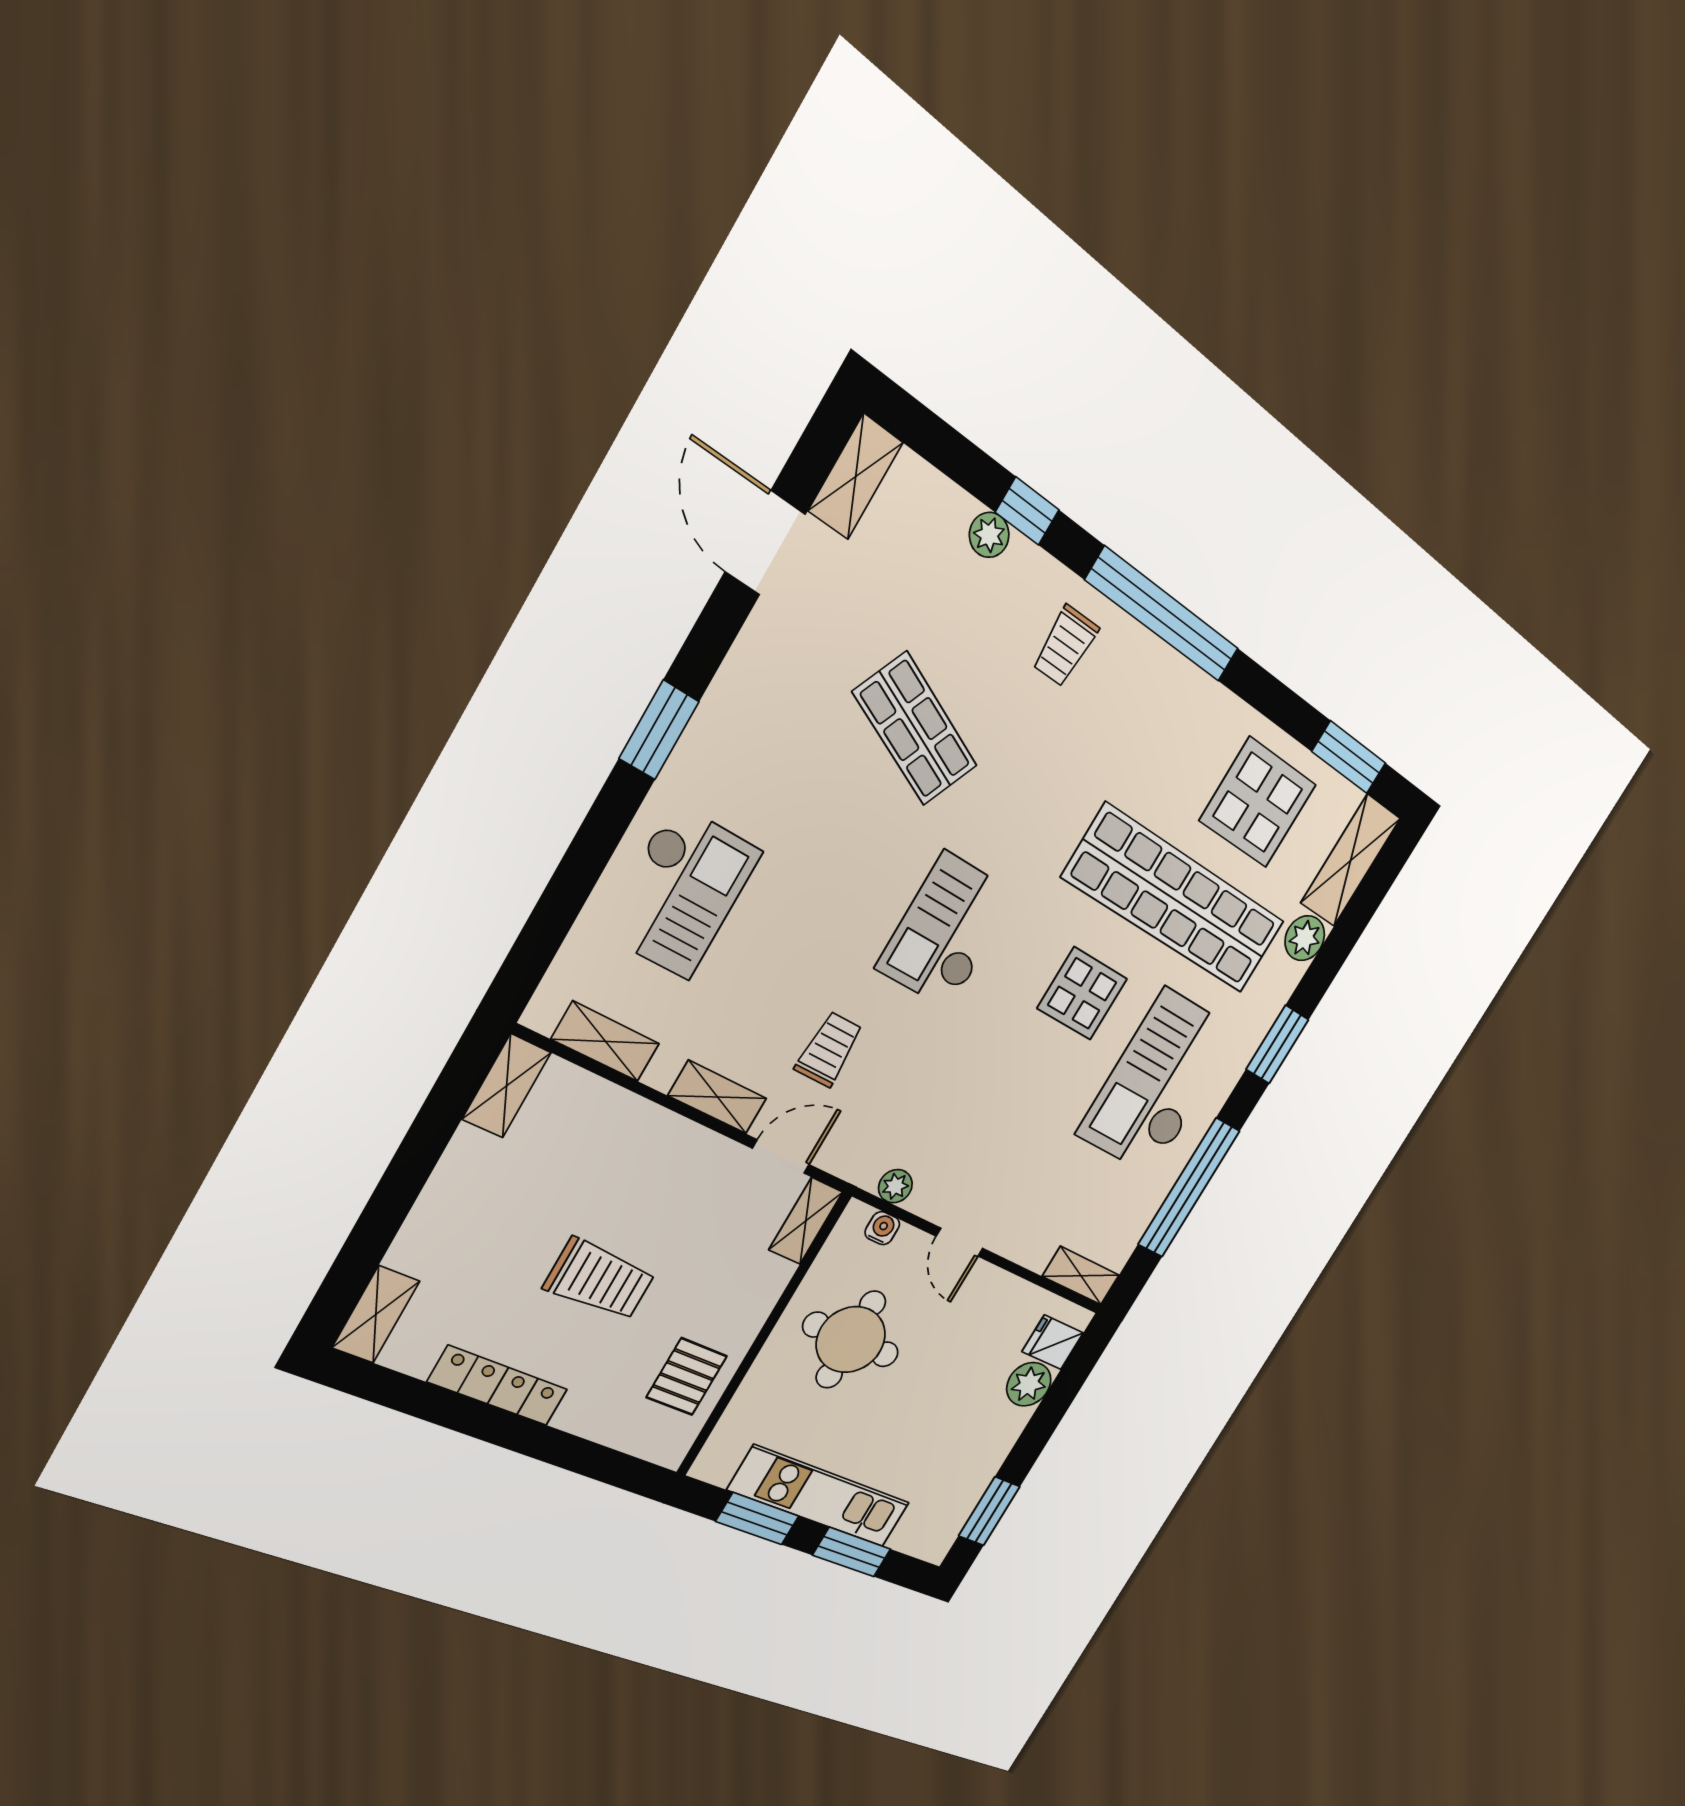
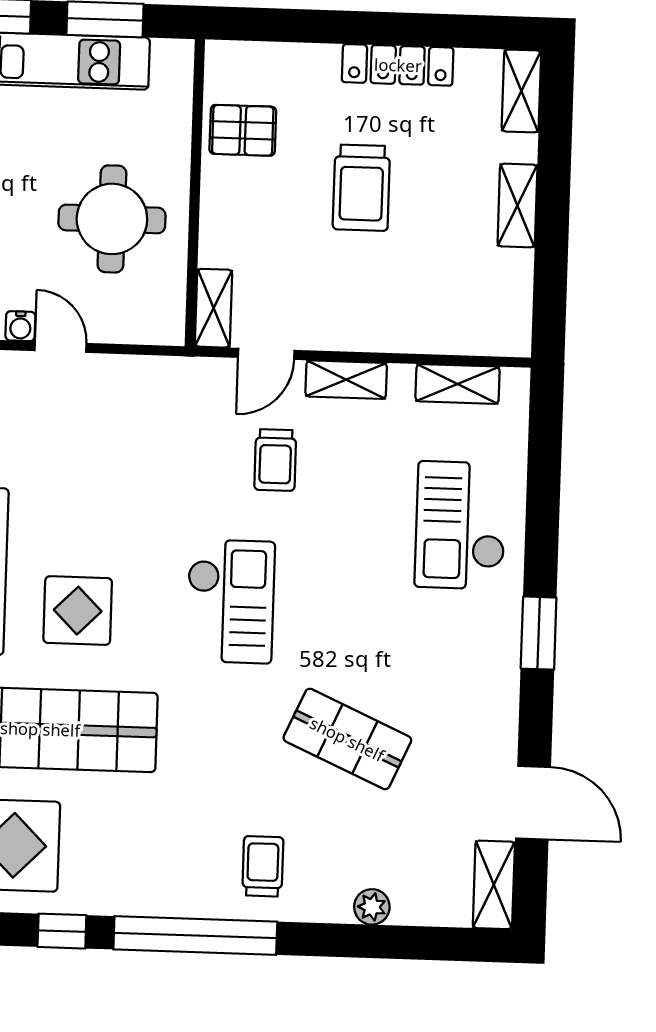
window: (1027, 511) -> (62, 931), moved
shelving: (507, 1086) -> (517, 206), moved
plant: (895, 1186) -> (150, 372), removed
water cooler: (882, 1228) -> (20, 326), moved
trolley: (600, 1280) -> (361, 188), turned -90
pallet: (687, 1377) -> (243, 130), turned 90

